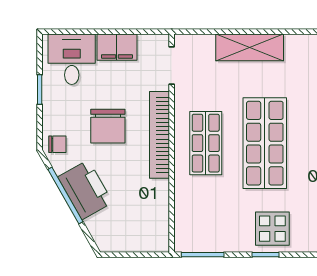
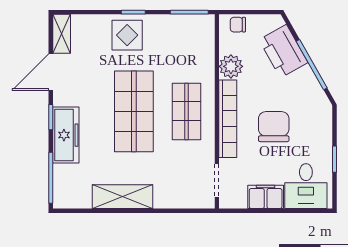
shelving: (250, 47) -> (123, 197), moved
chair: (57, 144) -> (238, 25), moved
printer: (85, 190) -> (283, 51), moved
plant: (156, 194) -> (231, 66), added

